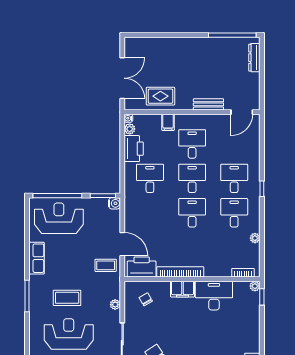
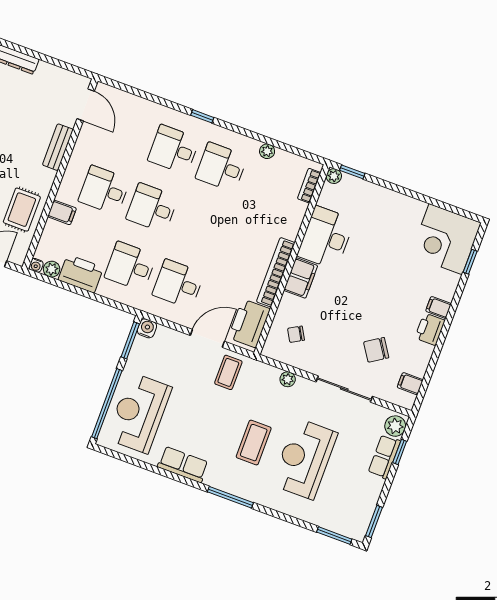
desk: (192, 213) -> (178, 284), moved

